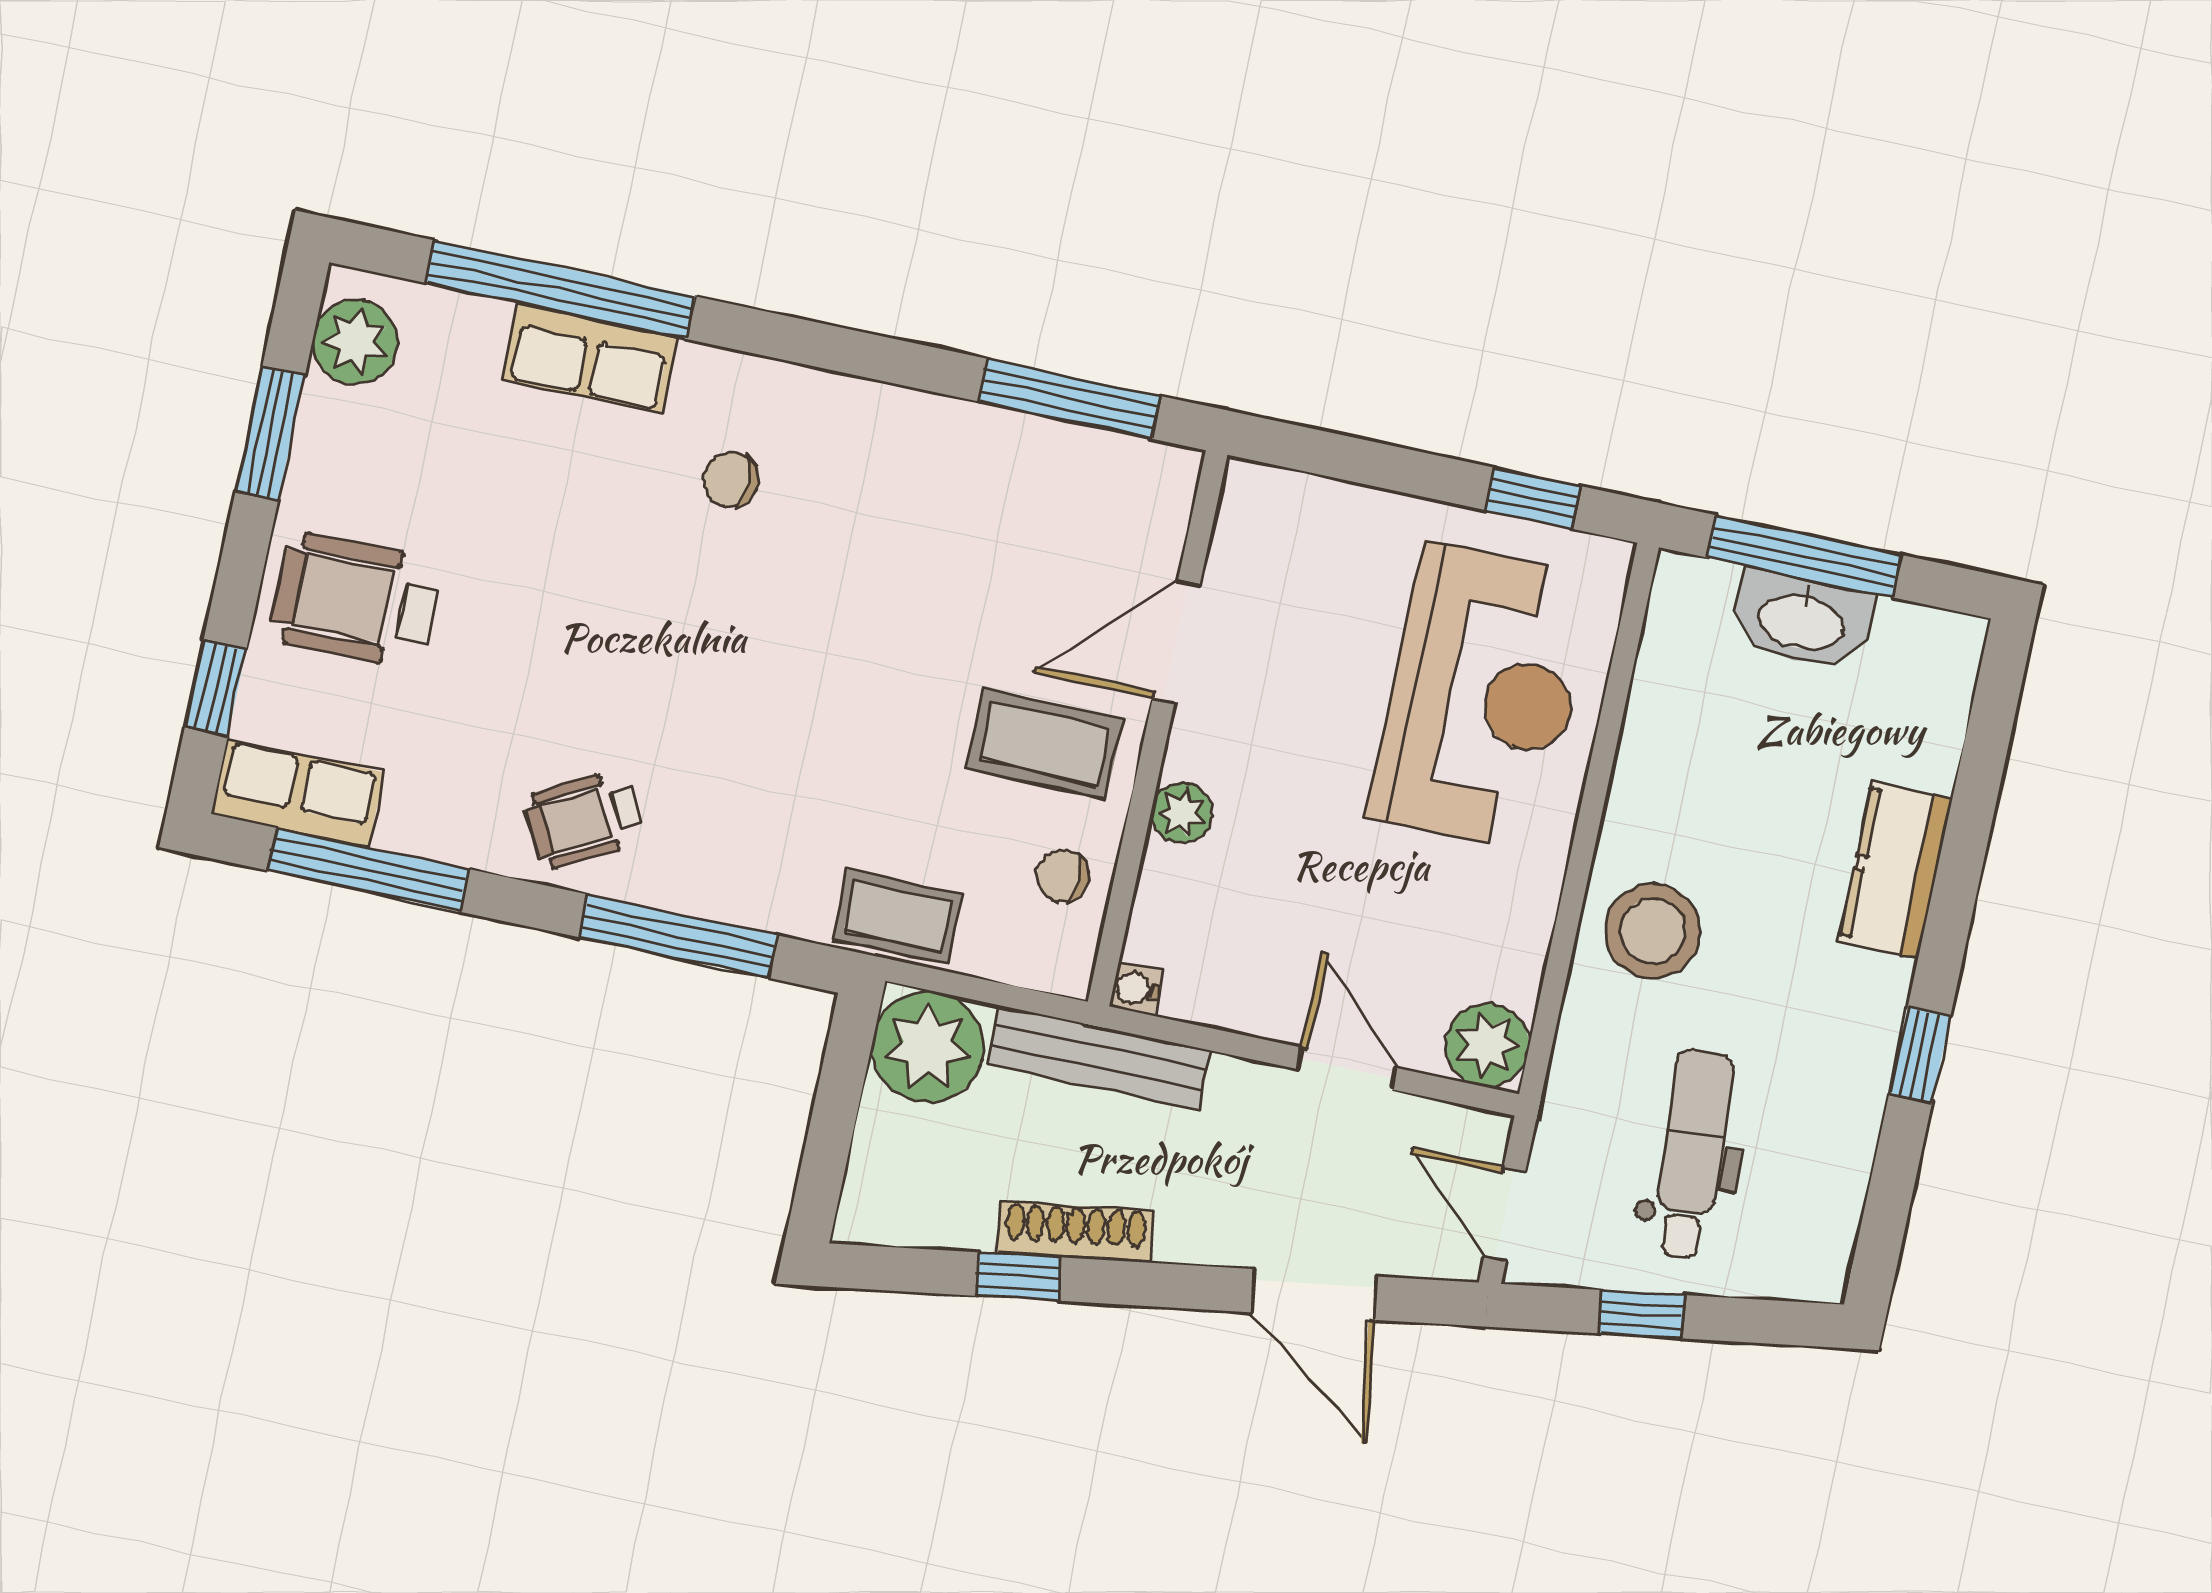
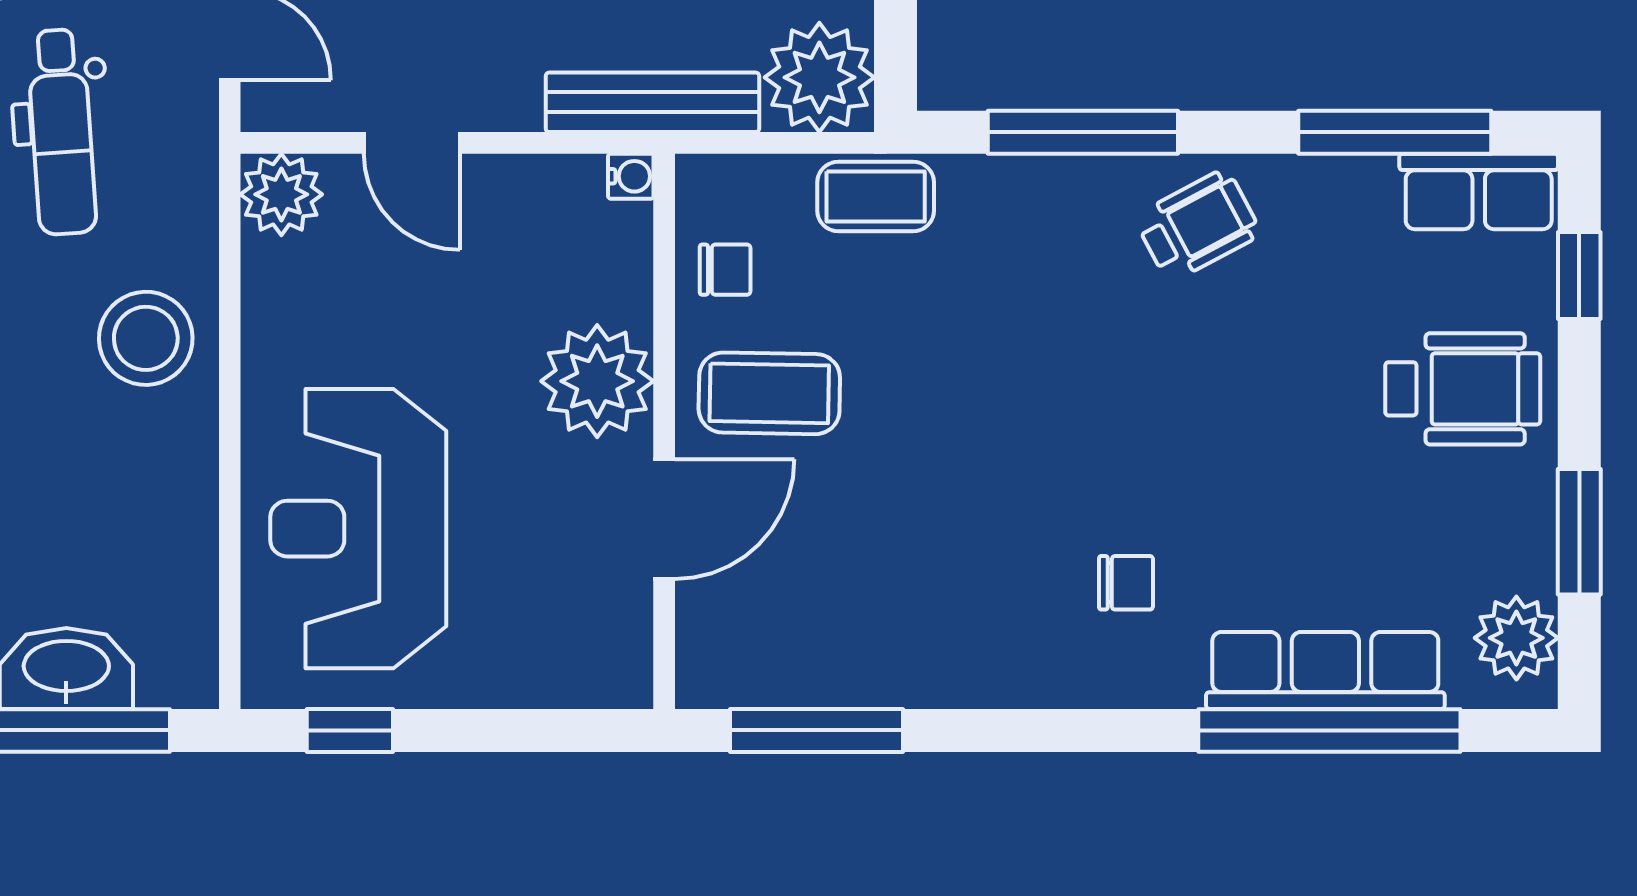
row of seats: (590, 358) -> (1325, 670), width x1.48
plant: (1182, 813) -> (597, 381), width x1.87, depth x1.87

